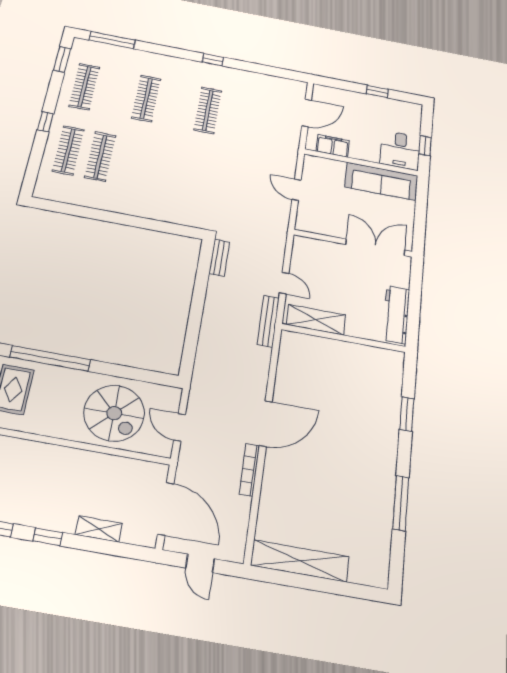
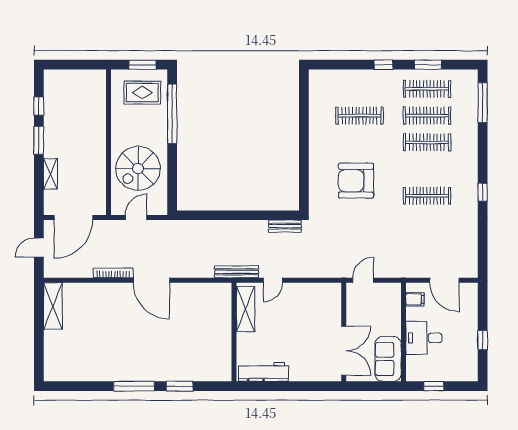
window: (62, 59) -> (428, 65), moved
filing cabinet: (333, 146) -> (415, 299), width x0.50
clothes rail: (68, 150) -> (427, 116), moved
desk: (400, 150) -> (424, 338), moved
armchair: (177, 175) -> (356, 181), added
sofa: (381, 181) -> (388, 359), width x0.73
wall: (353, 243) -> (344, 332), moved
double door: (375, 247) -> (344, 351), moved
window: (401, 503) -> (134, 386), moved
window: (48, 537) -> (39, 140), width x1.50
shelving: (300, 561) -> (53, 306), width x0.68

